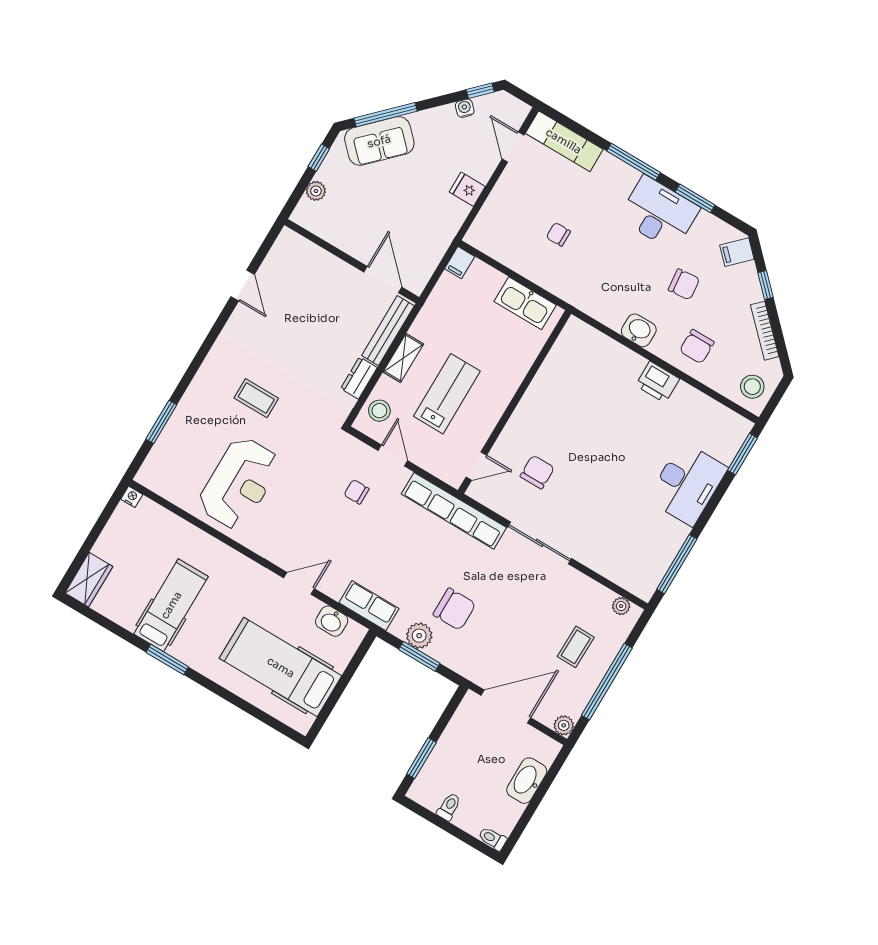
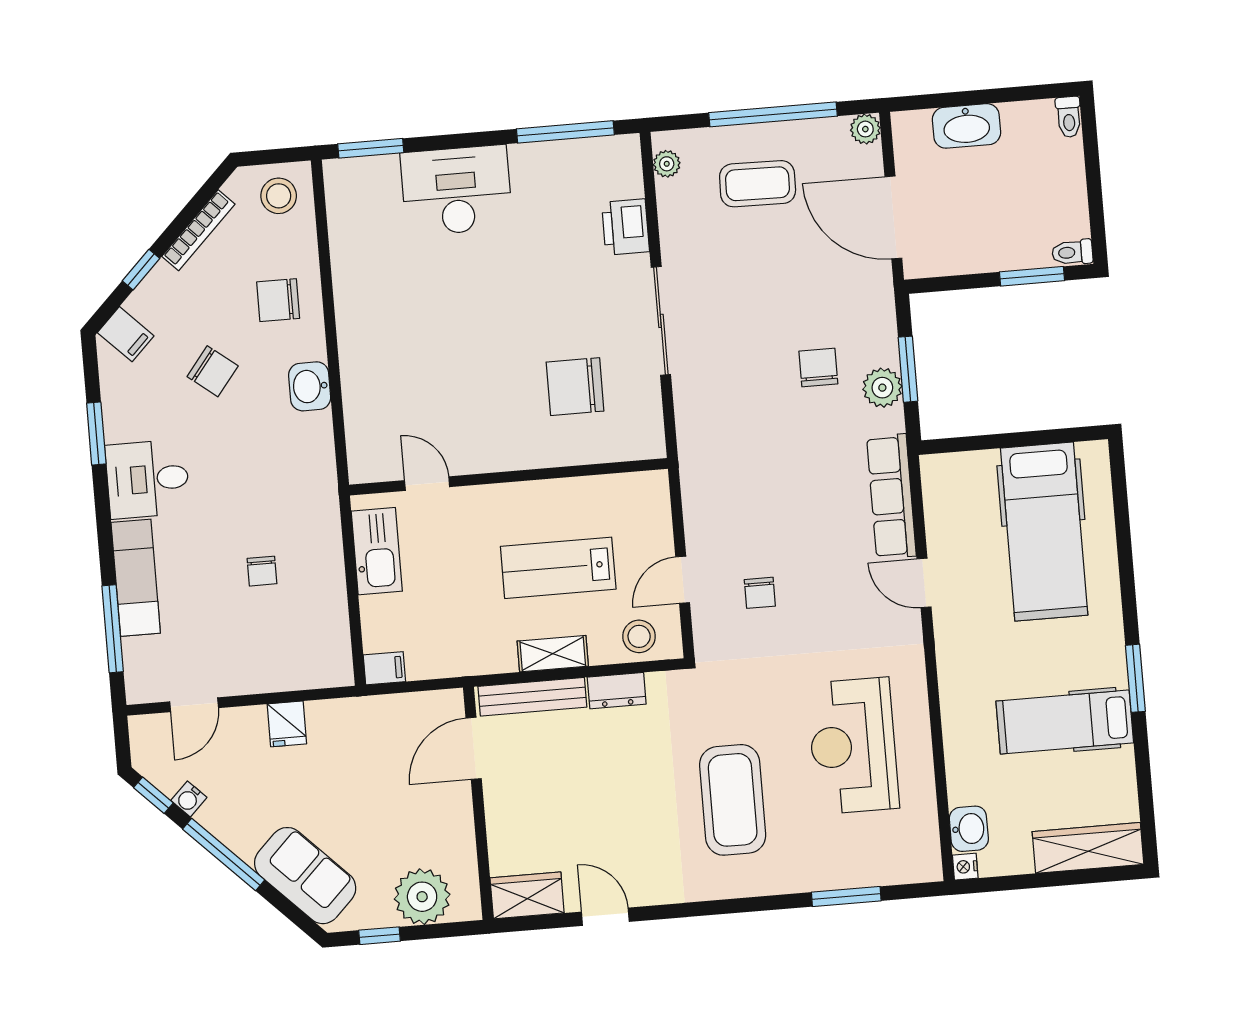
window: (386, 115) -> (224, 855), moved
exam couch: (564, 141) -> (136, 578), moved
window: (634, 162) -> (113, 629), moved
plant: (316, 191) -> (422, 897), width x1.88, depth x1.88
desk: (659, 213) -> (148, 479), width x0.73
wardrobe: (284, 252) -> (527, 895), added
chair: (684, 284) -> (213, 371), turned 134
door: (243, 285) -> (605, 917), hinge flipped
chair: (697, 347) -> (278, 300), turned 180
printer: (658, 382) -> (626, 227), moved, turned 180
coffee table: (256, 398) -> (733, 800), width x1.86, depth x1.72
door: (476, 466) -> (427, 484), moved
chair: (537, 472) -> (575, 387), width x1.37, depth x1.37
reception desk: (239, 483) -> (853, 746), turned -90
row of seats: (454, 511) -> (697, 455), removed
wardrobe: (89, 580) -> (1088, 848), width x1.50
row of seats: (369, 606) -> (891, 496), width x1.48
chair: (454, 609) -> (818, 367), width x0.73, depth x0.73
washbasin: (332, 621) -> (969, 829), moved
coffee table: (576, 647) -> (758, 184), width x1.36, depth x1.30
toilet: (449, 807) -> (1072, 252), moved

